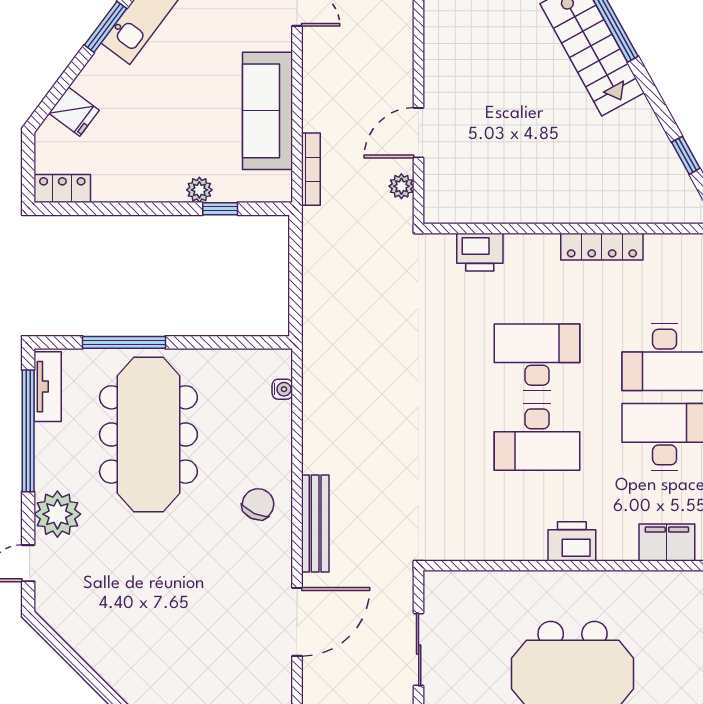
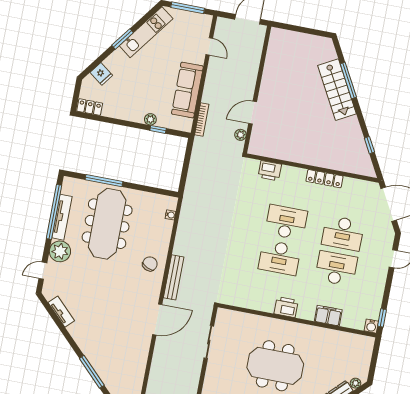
tv unit: (48, 387) -> (62, 217), moved, width x1.41
tv unit: (85, 645) -> (61, 312), added

